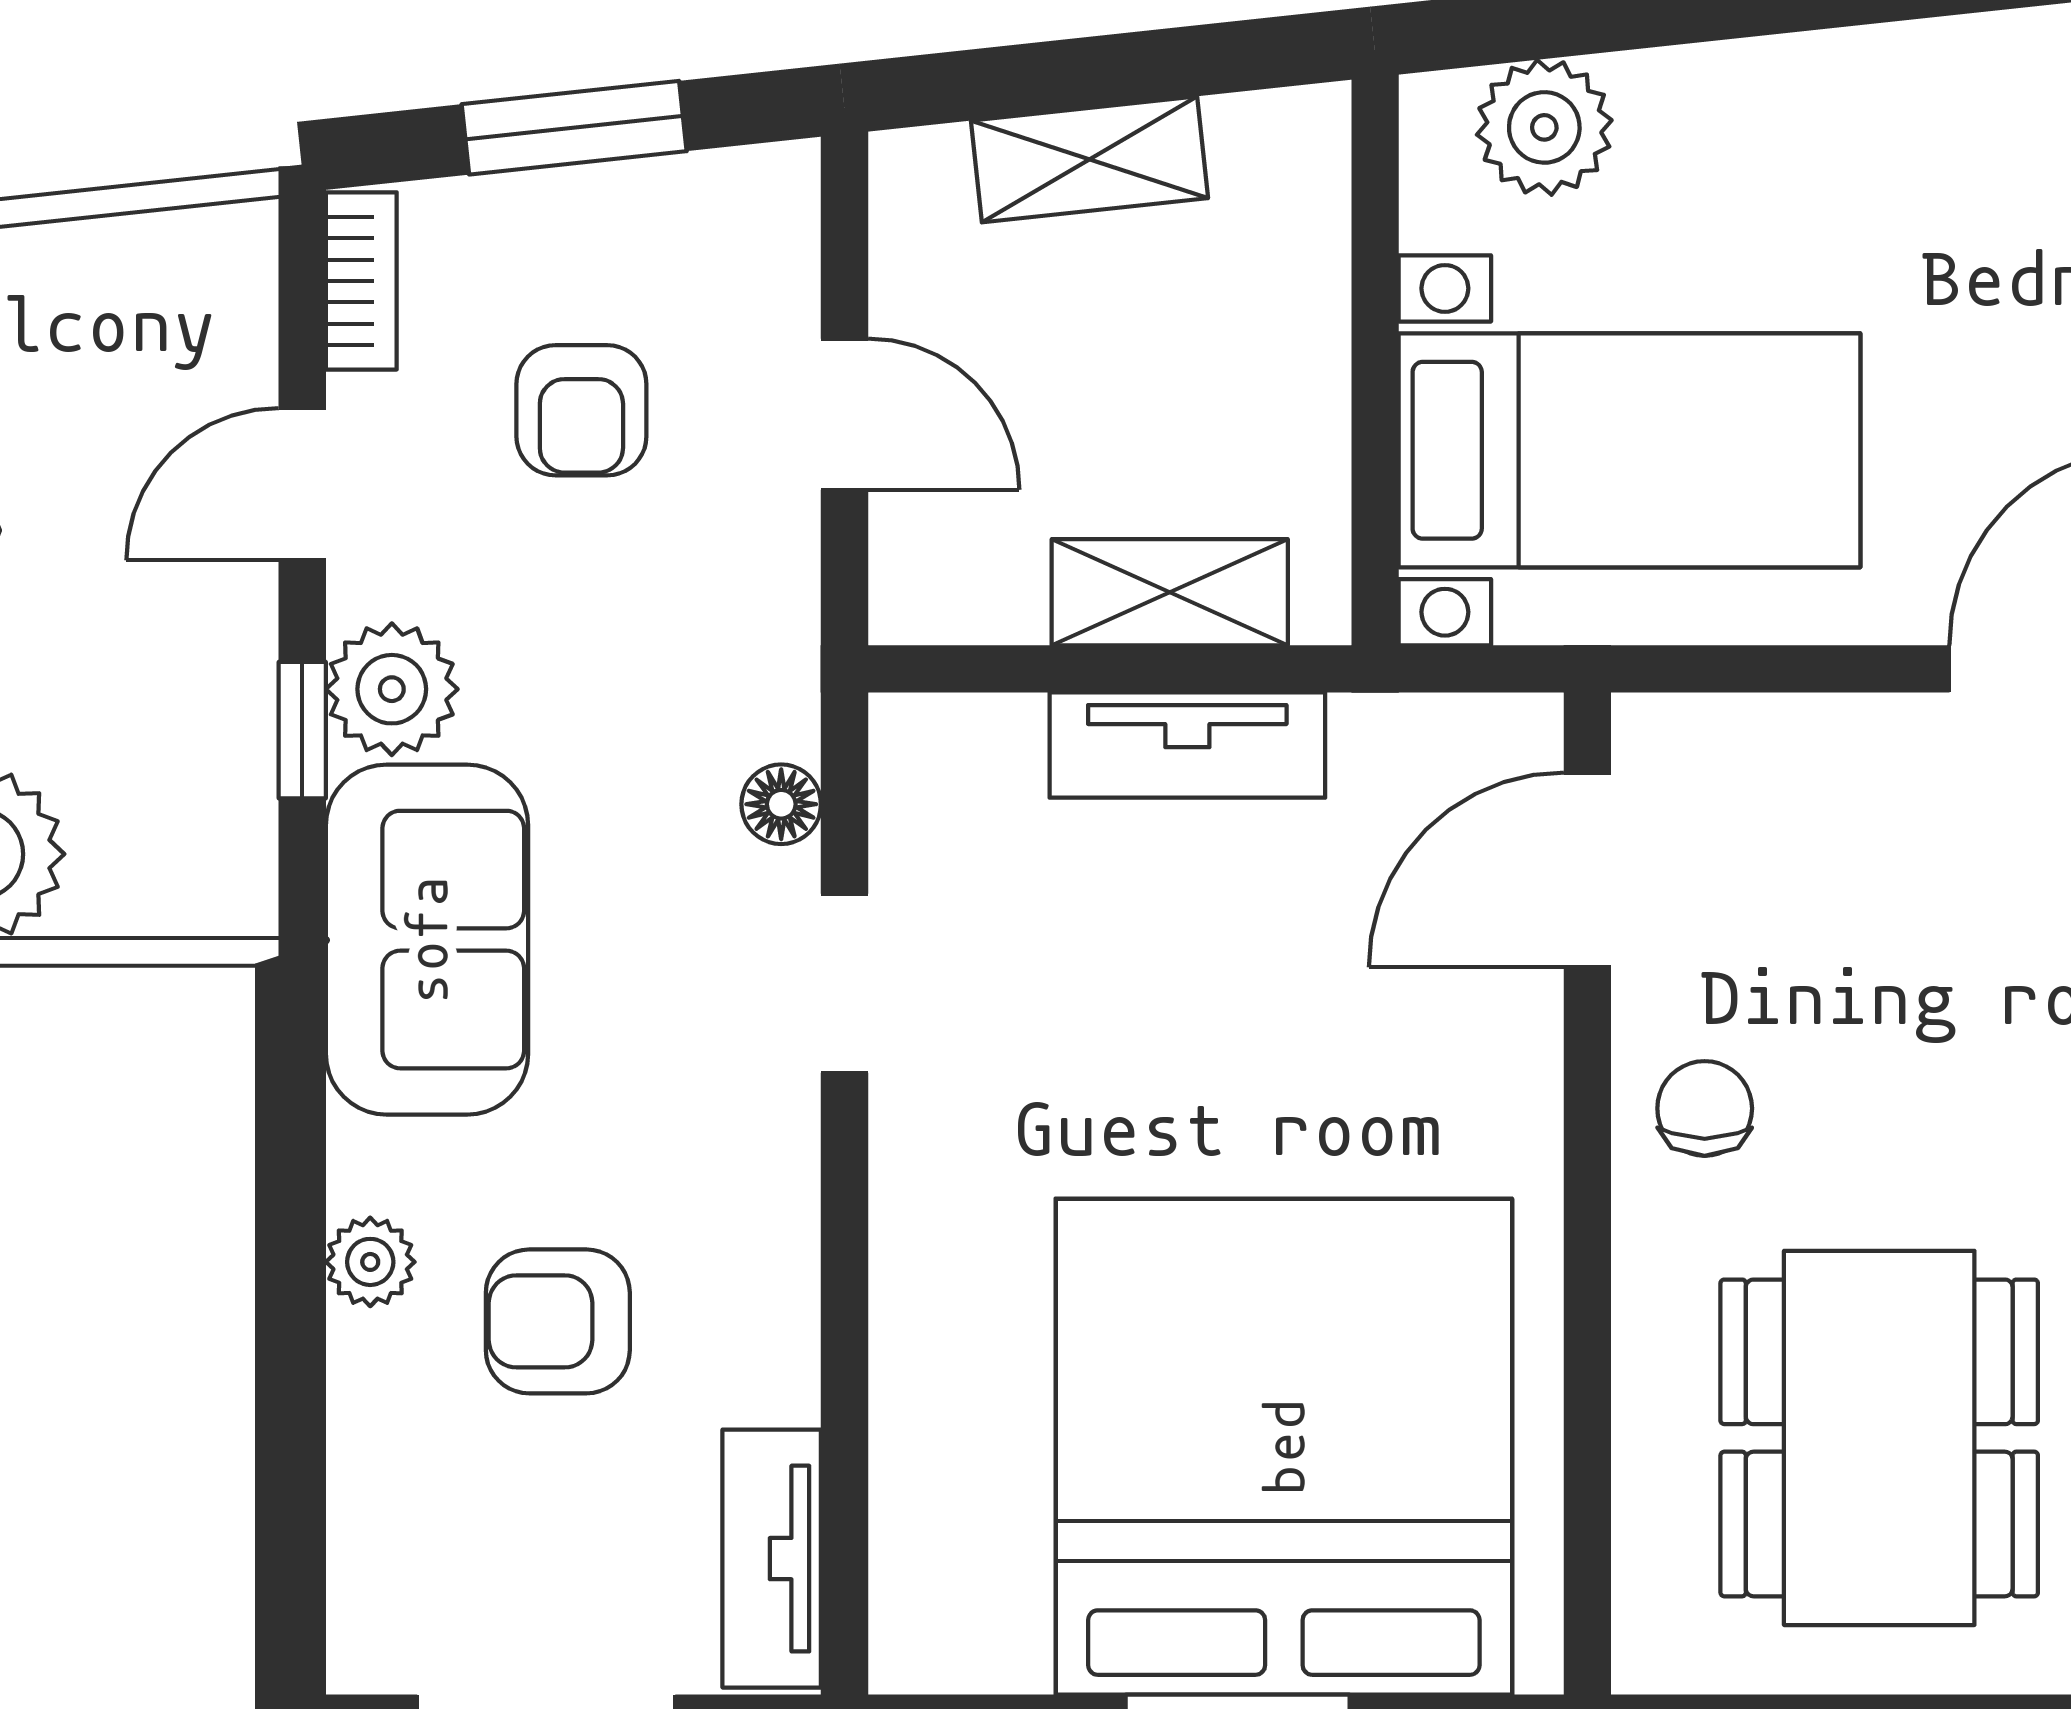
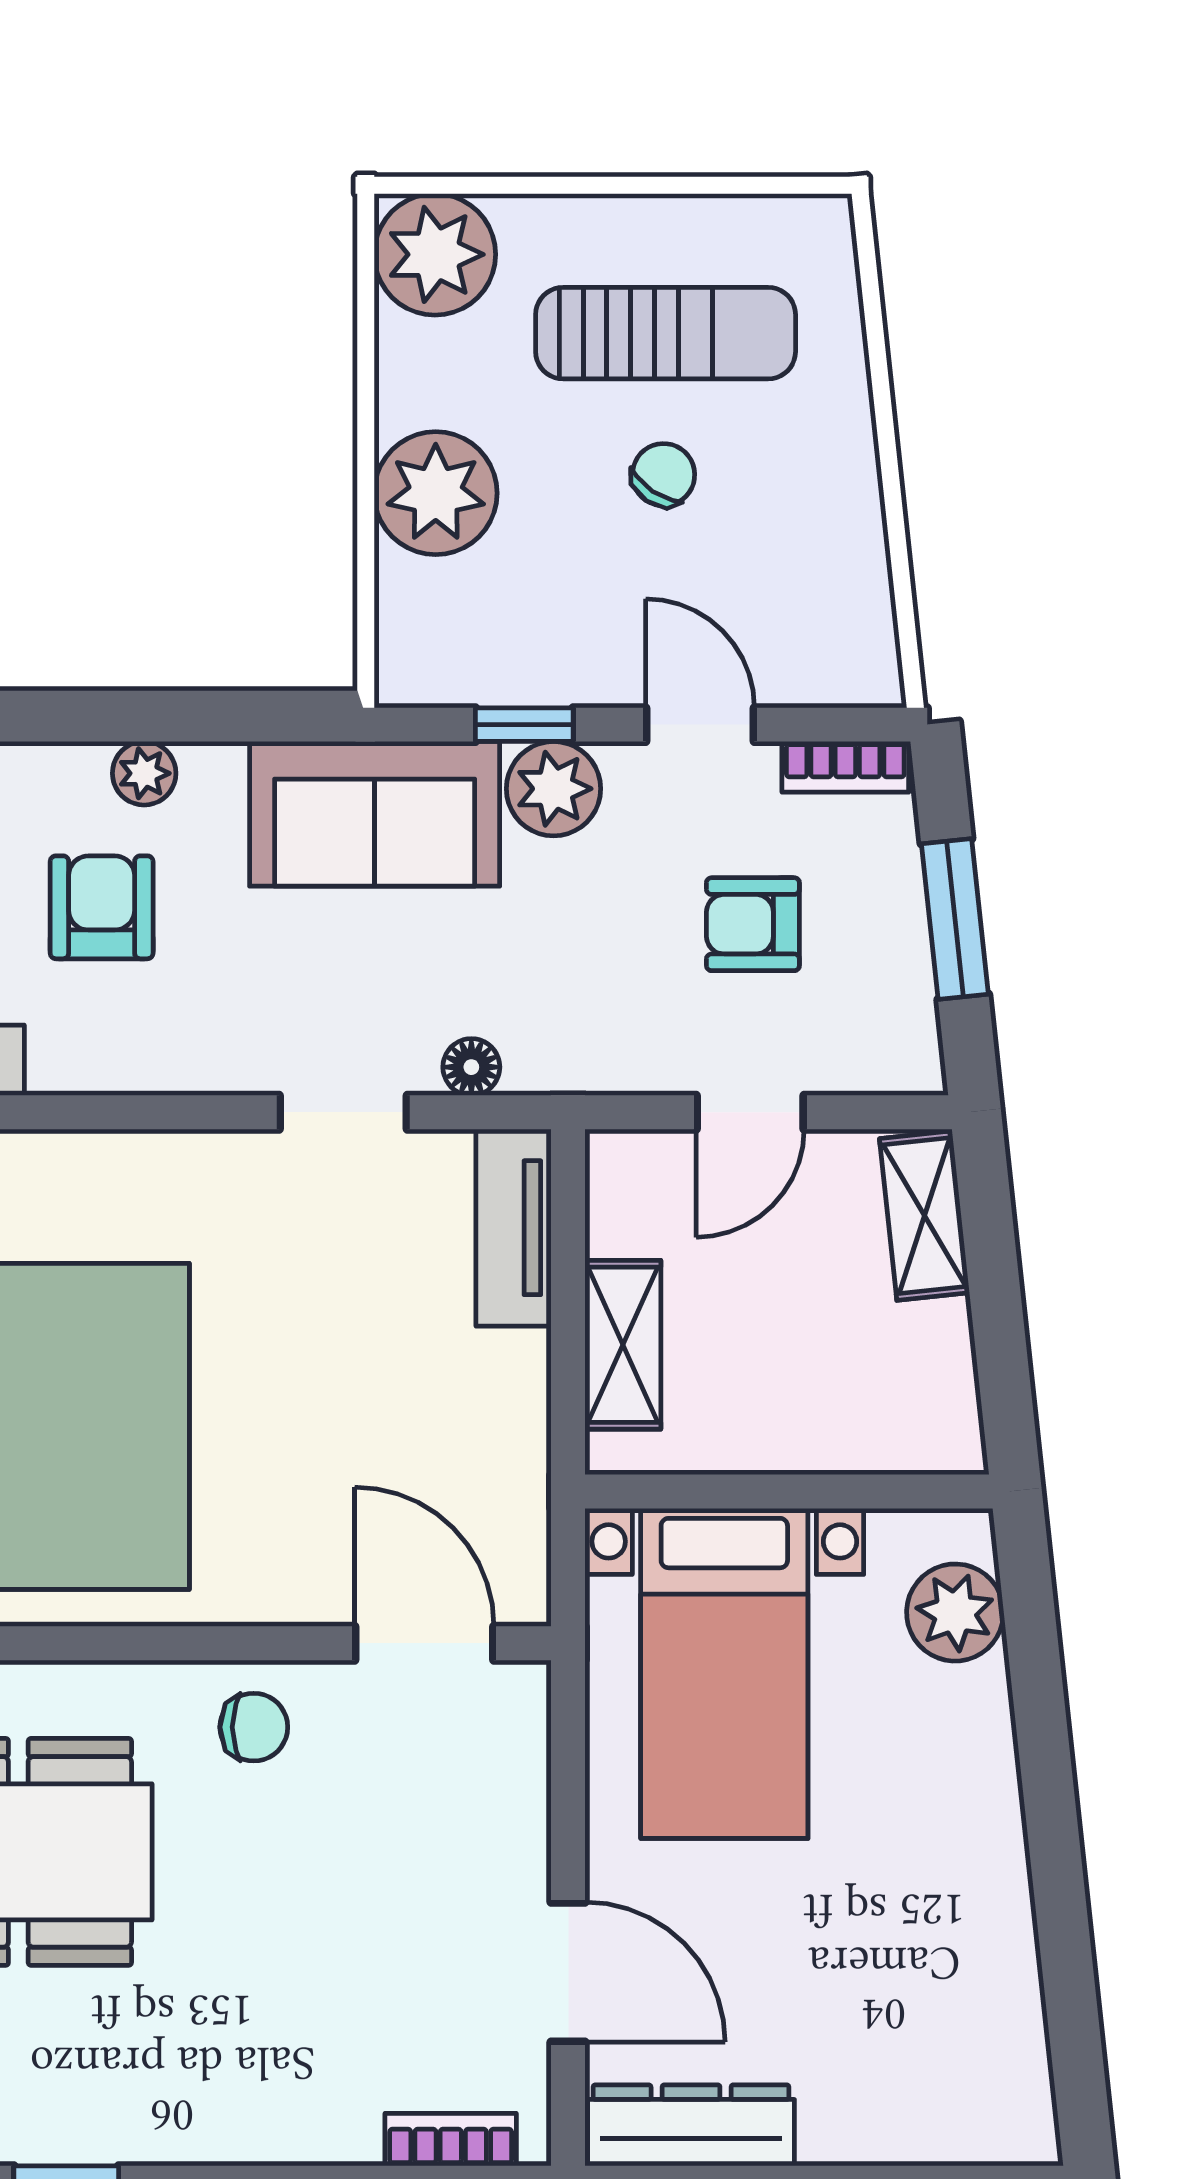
shelving: (1089, 159) -> (925, 1216), moved
tv unit: (1187, 745) -> (514, 1228), moved

